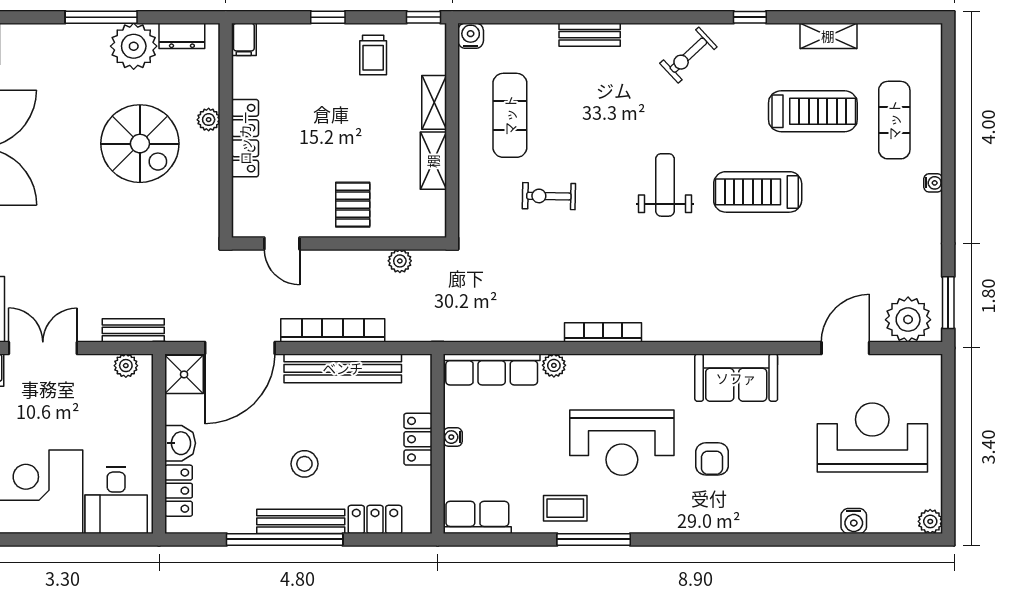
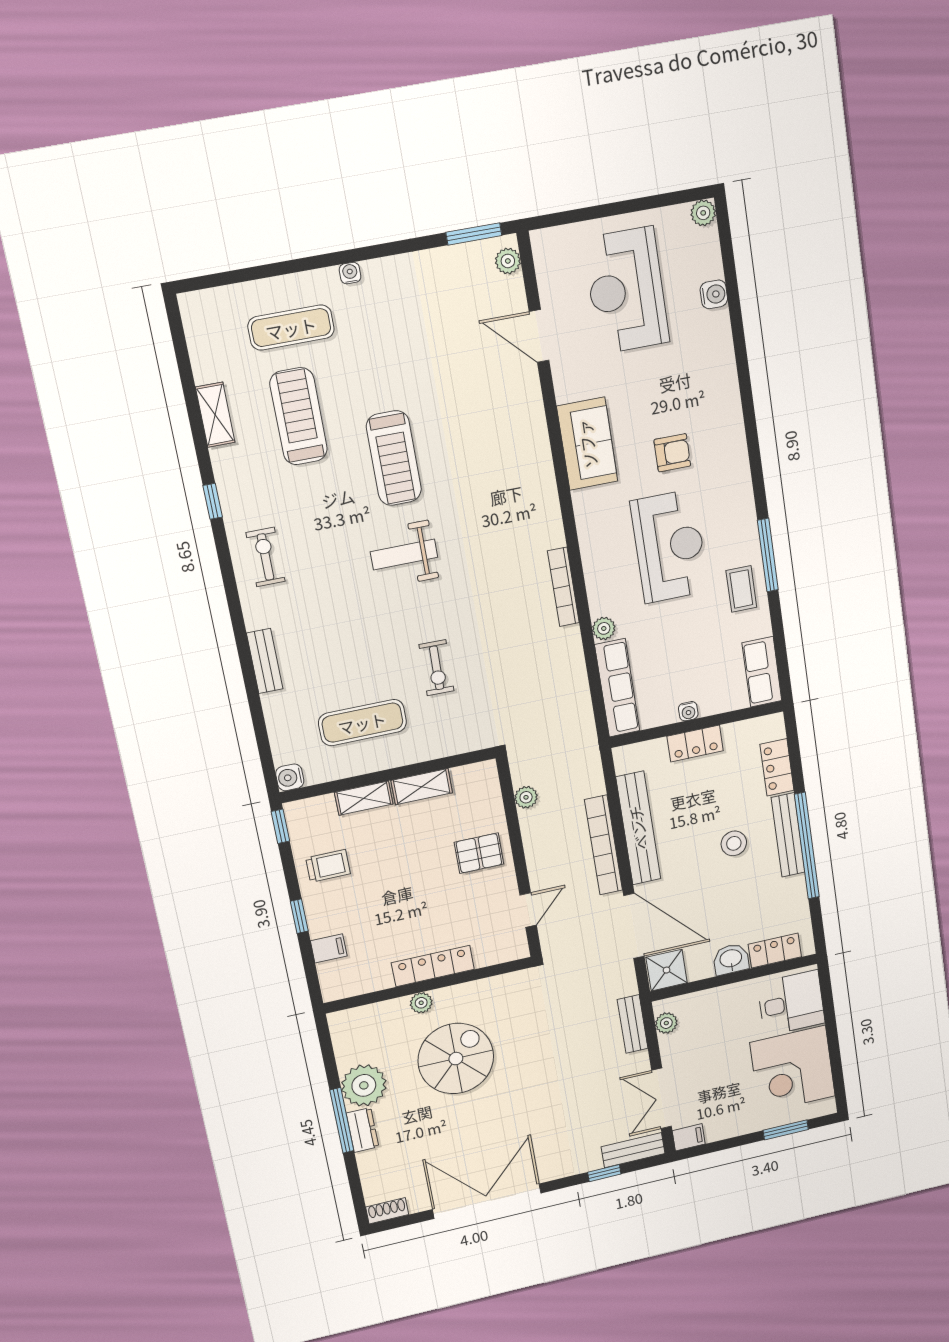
dresser: (182, 36) -> (362, 1130), moved
filing cabinet: (244, 39) -> (329, 948), moved
exercise bike: (688, 55) -> (266, 557), turned -137
plant: (908, 320) -> (508, 261), width x0.53, depth x0.53

